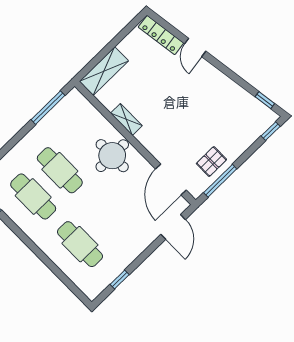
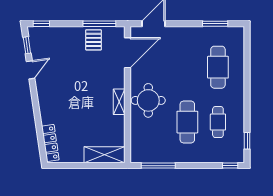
door: (195, 47) -> (31, 70), moved
shelving: (126, 119) -> (119, 102), moved
pallet: (211, 162) -> (93, 40), turned 90
cafe table: (33, 196) -> (218, 122), width x0.73, depth x0.74
window: (120, 280) -> (215, 24), width x1.50

